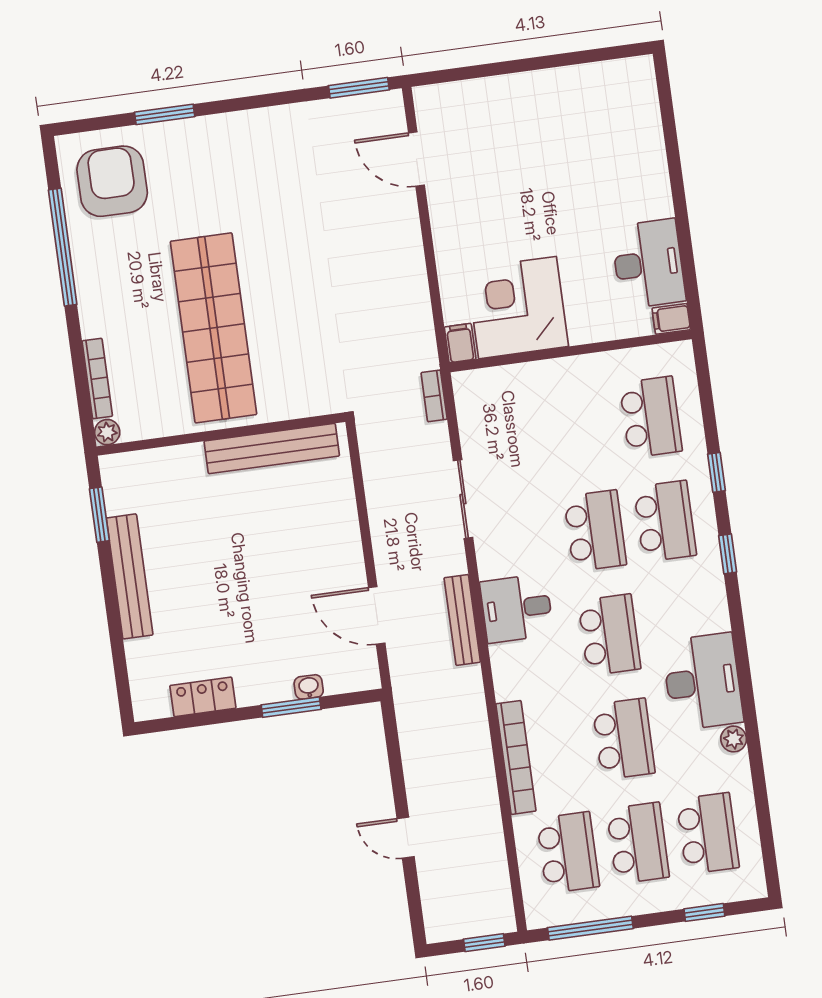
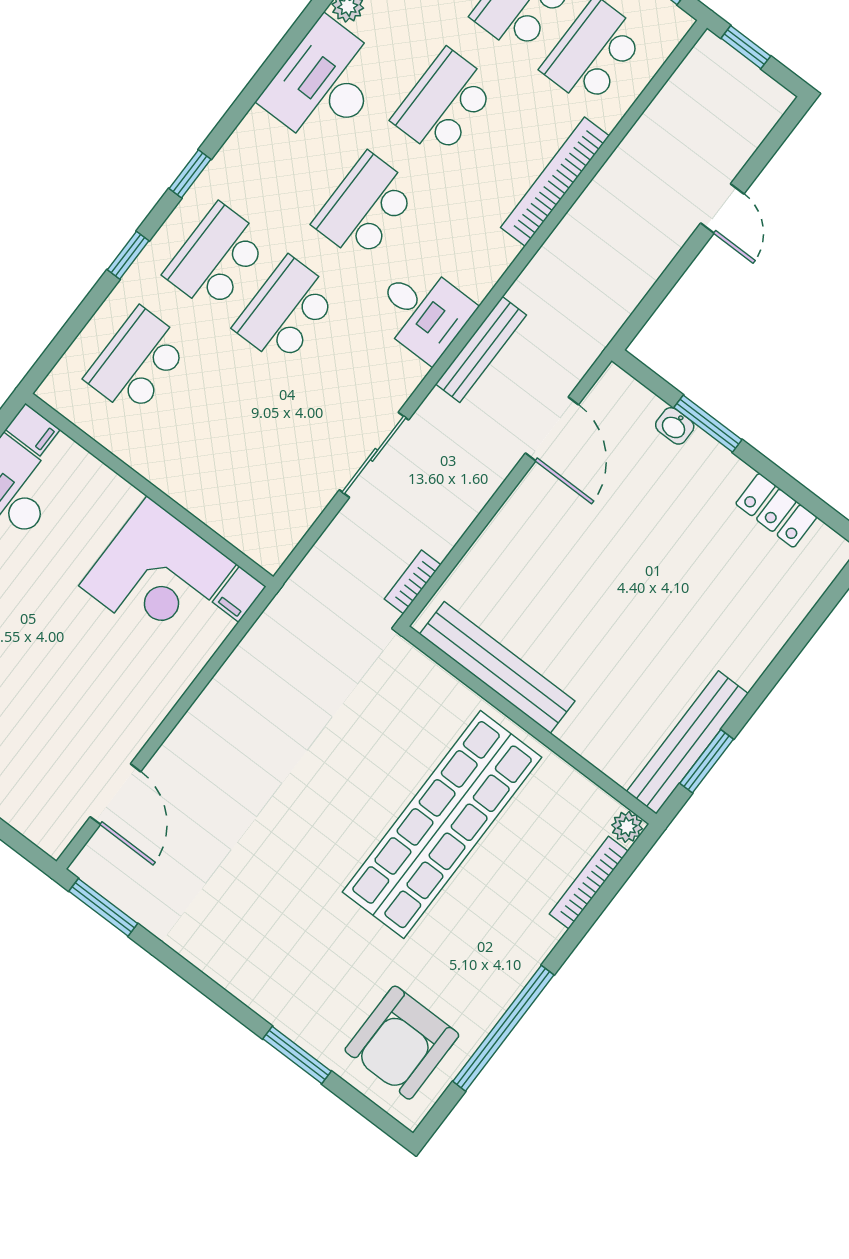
bookcase: (434, 396) -> (413, 582), moved, turned 180
bench: (130, 576) -> (687, 743), moved

